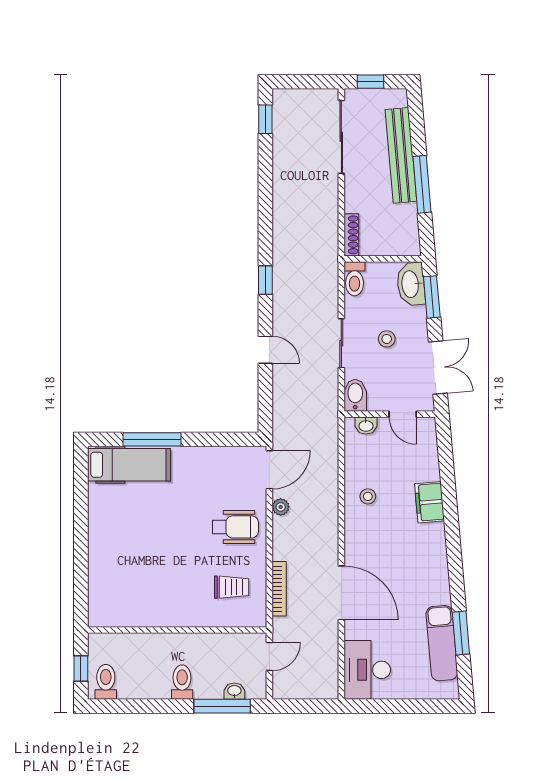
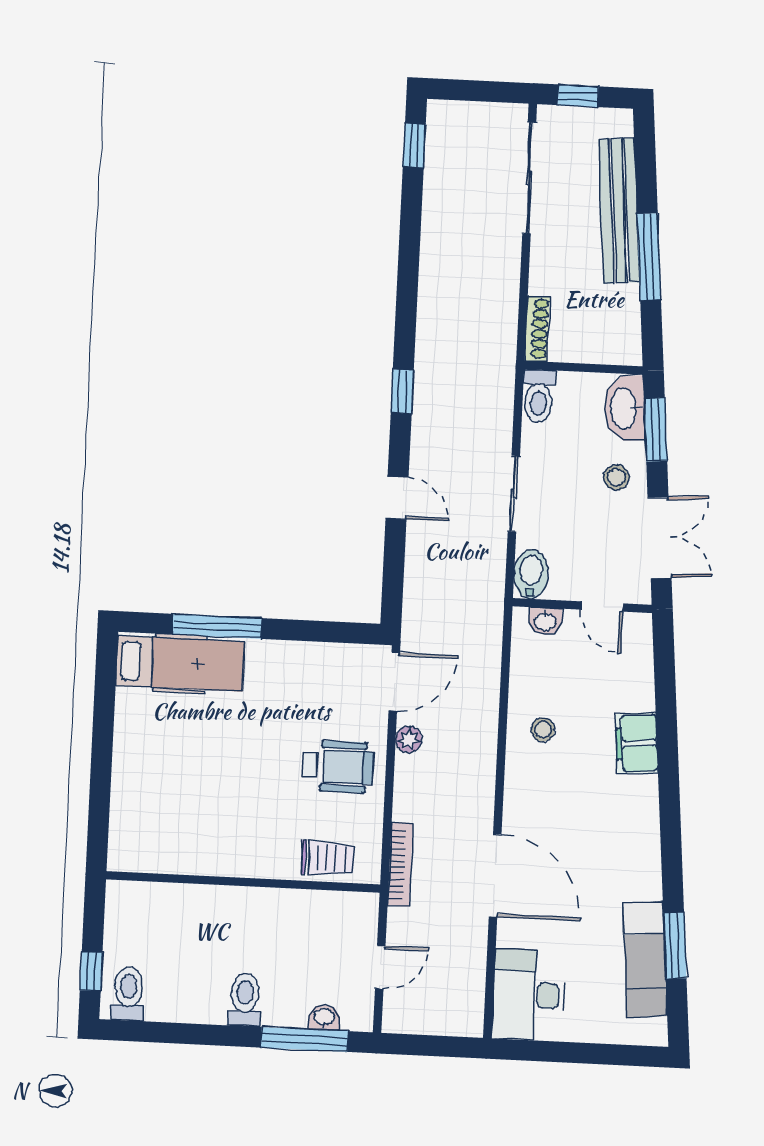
stool: (387, 339) -> (616, 478), moved
wall: (177, 630) -> (243, 882), moved

